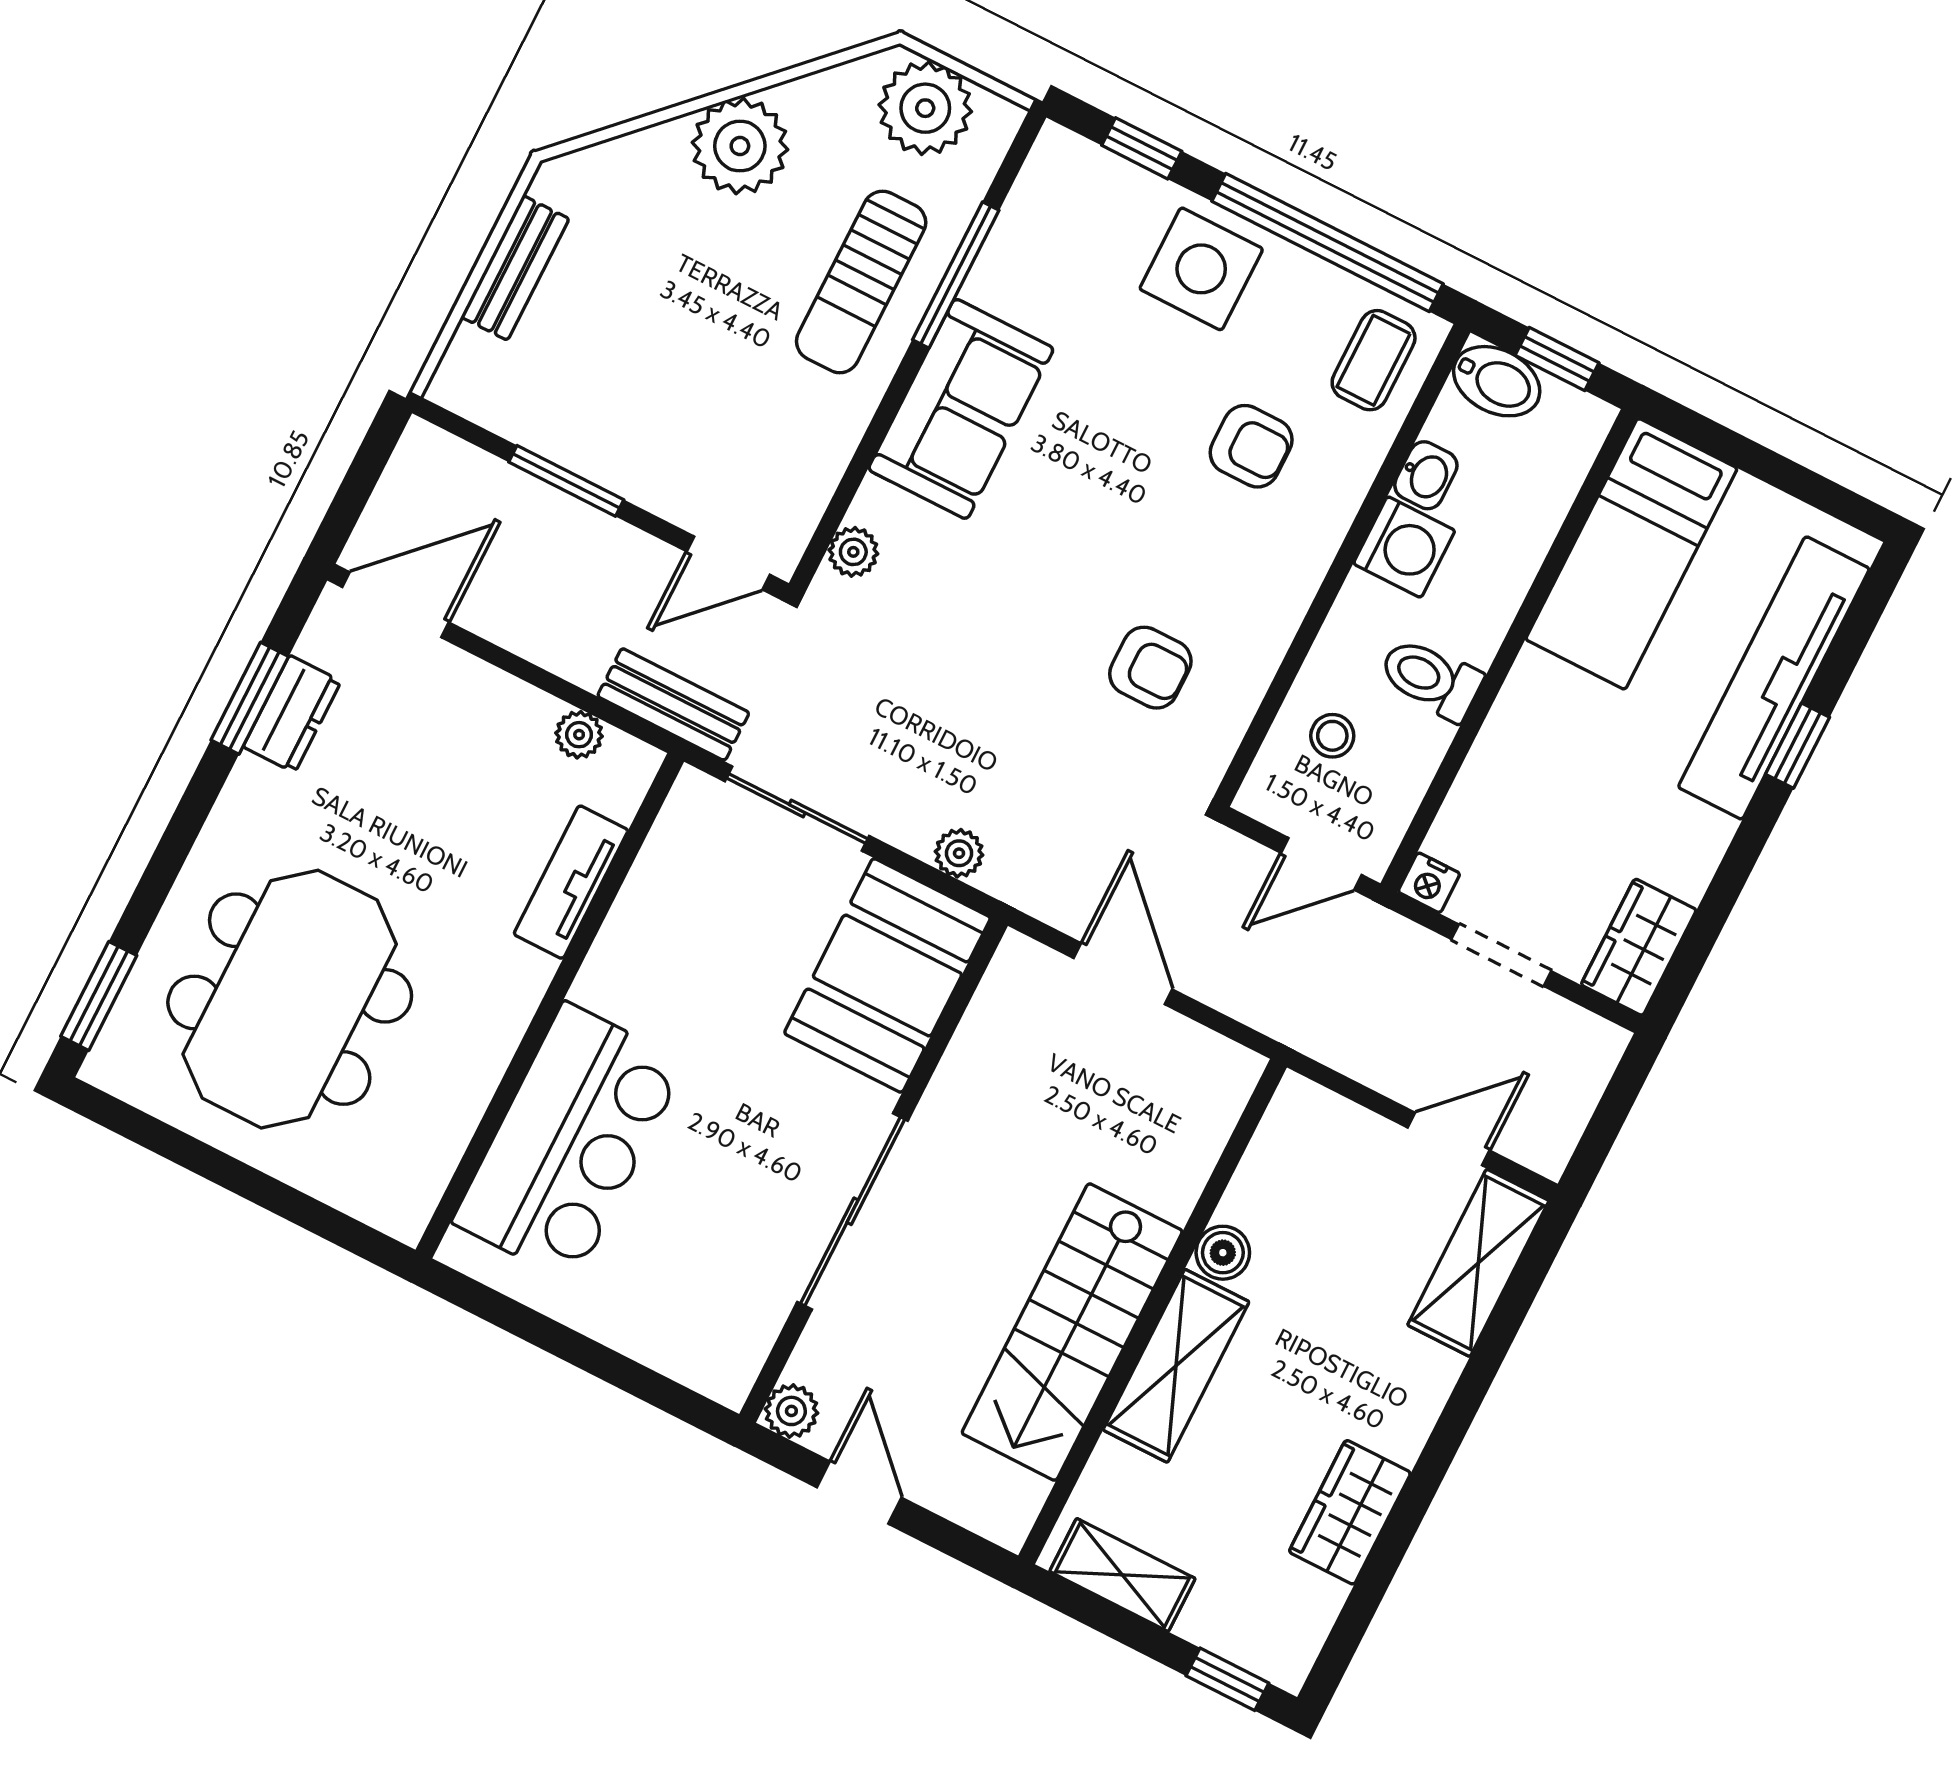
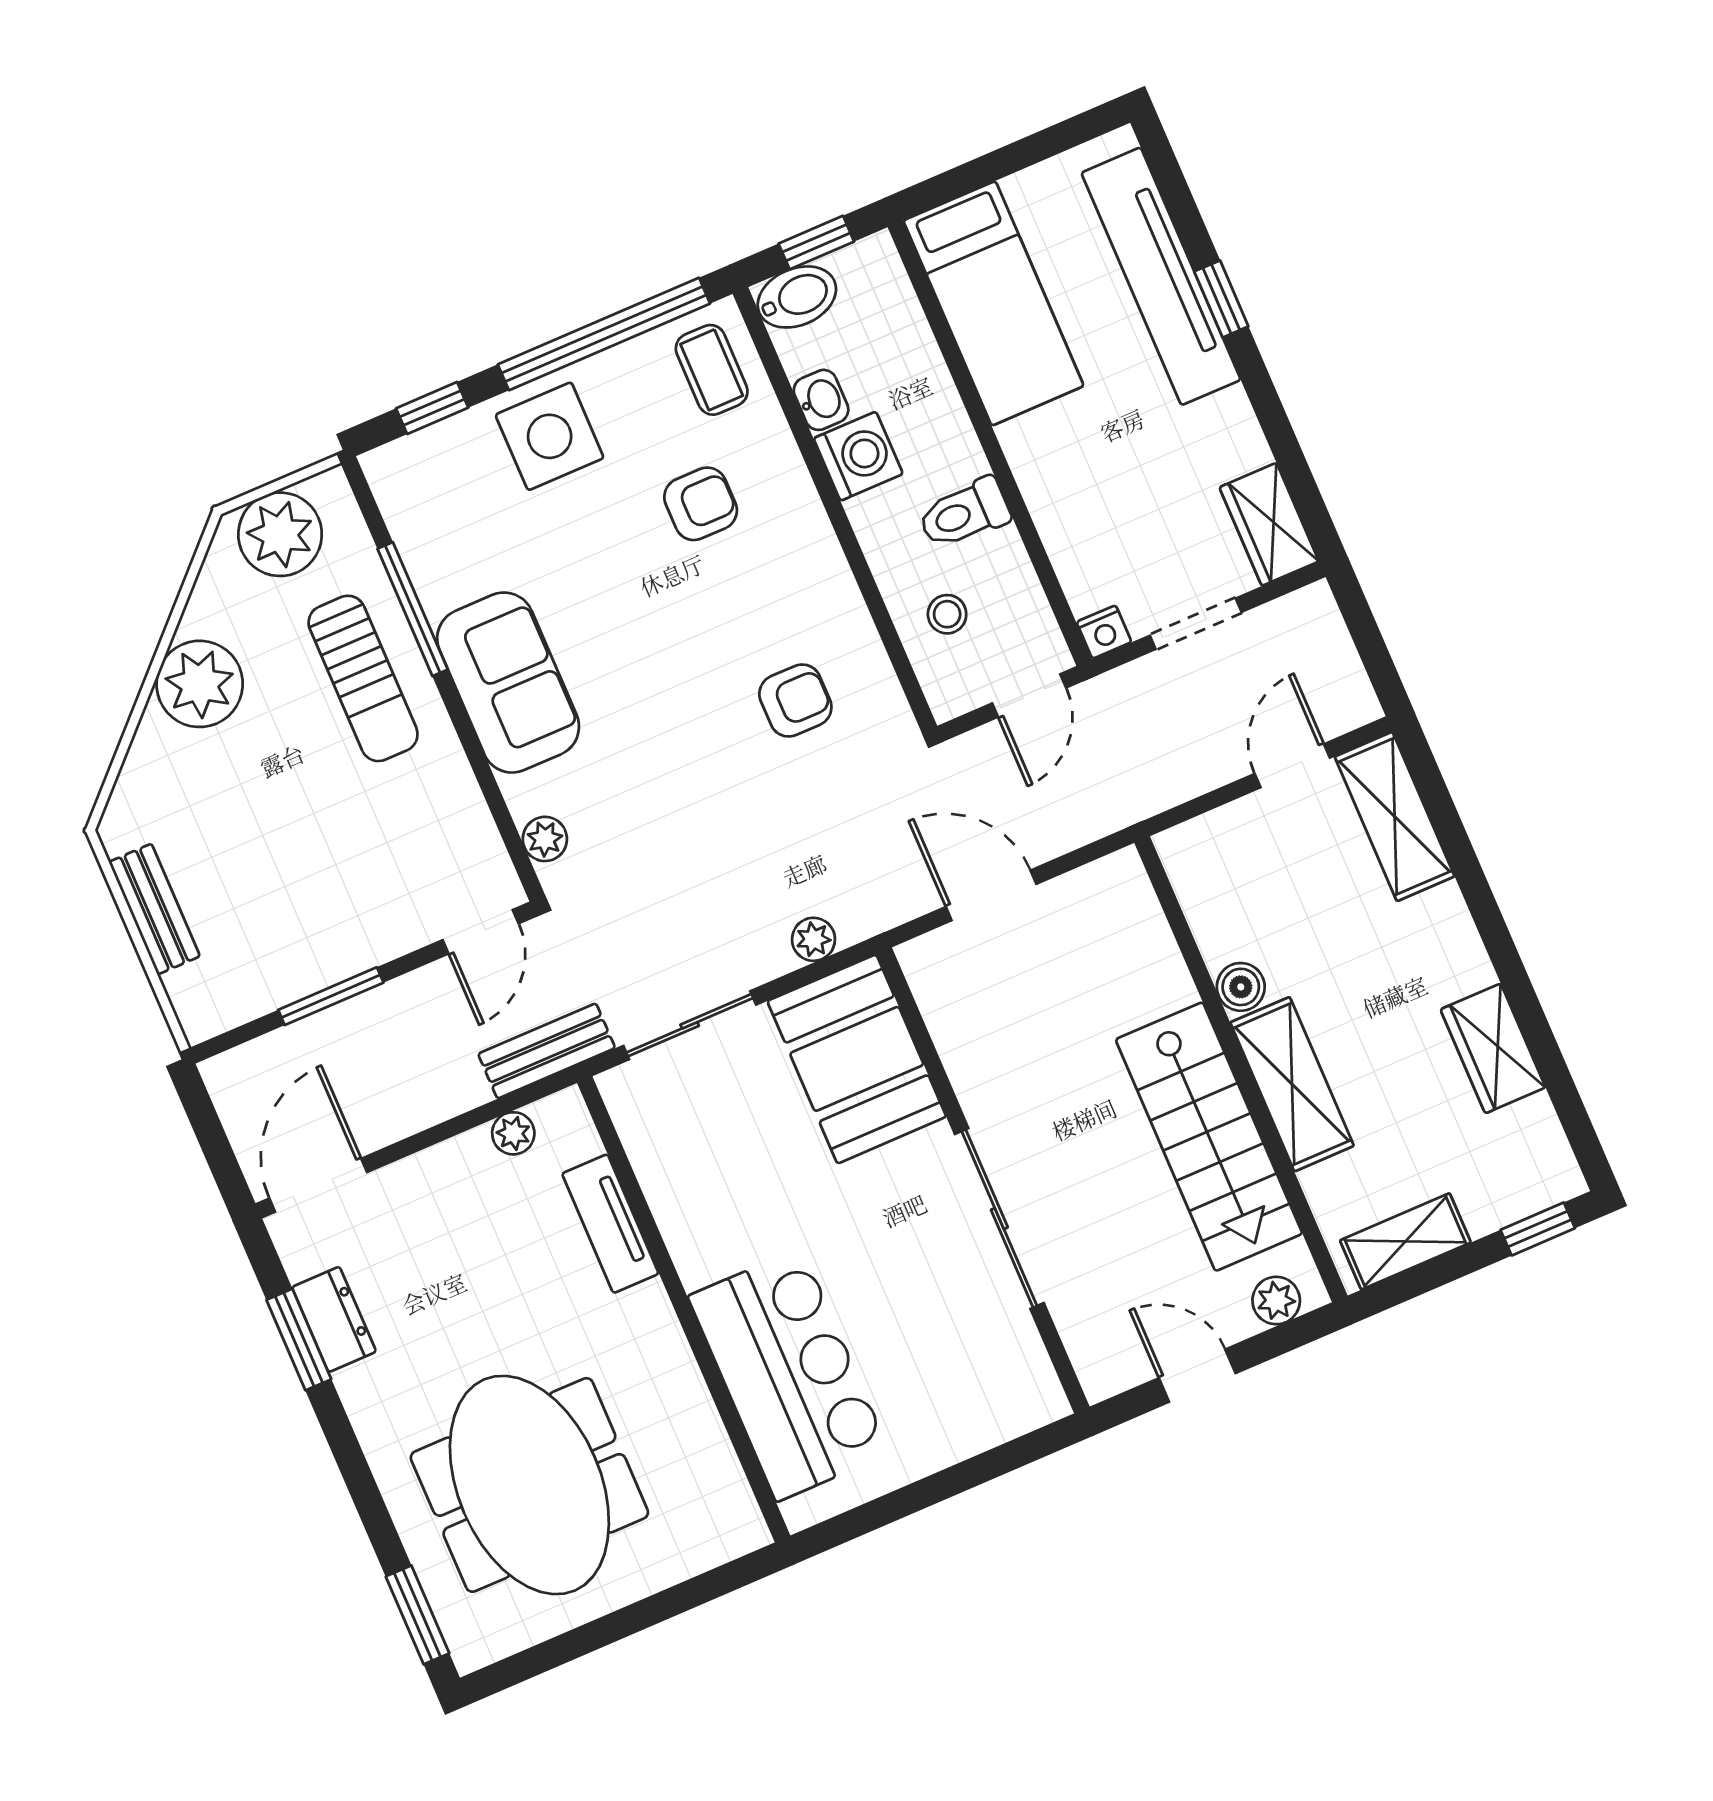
plant: (791, 1411) -> (1276, 1301), moved

